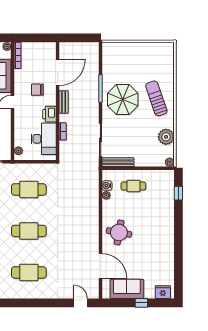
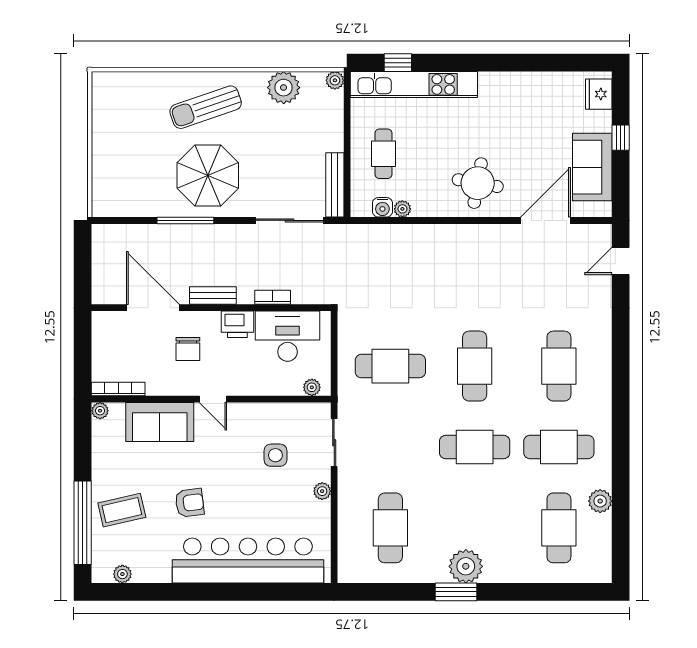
cafe table: (29, 189) -> (390, 366), turned 90
kitchen unit: (168, 201) -> (414, 84), added

